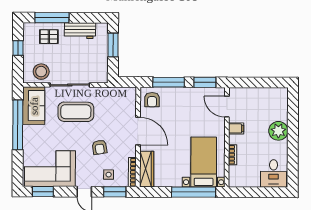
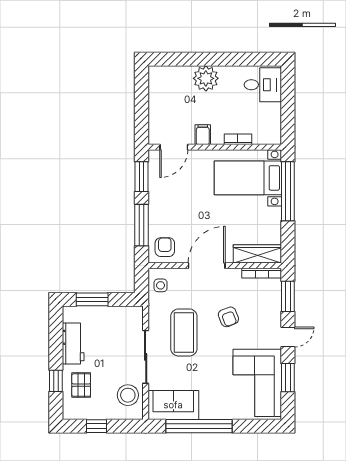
window: (52, 18) -> (56, 381), width x0.46
armchair: (152, 100) -> (165, 247), turned -90
coffee table: (76, 112) -> (184, 332), moved
armchair: (100, 147) -> (228, 317), turned 78
side table: (109, 175) -> (161, 285), moved
window: (43, 192) -> (288, 378), moved

